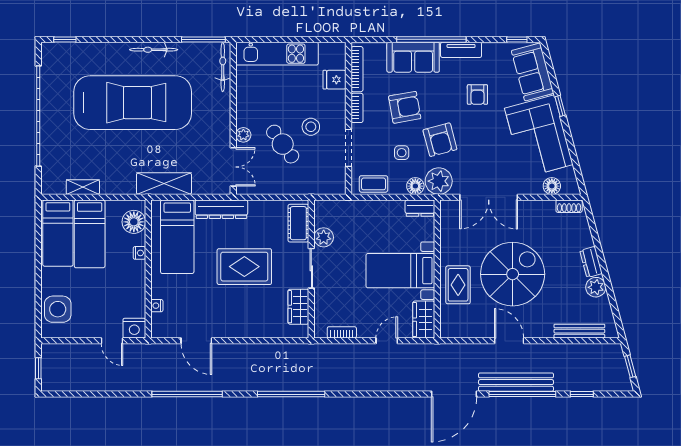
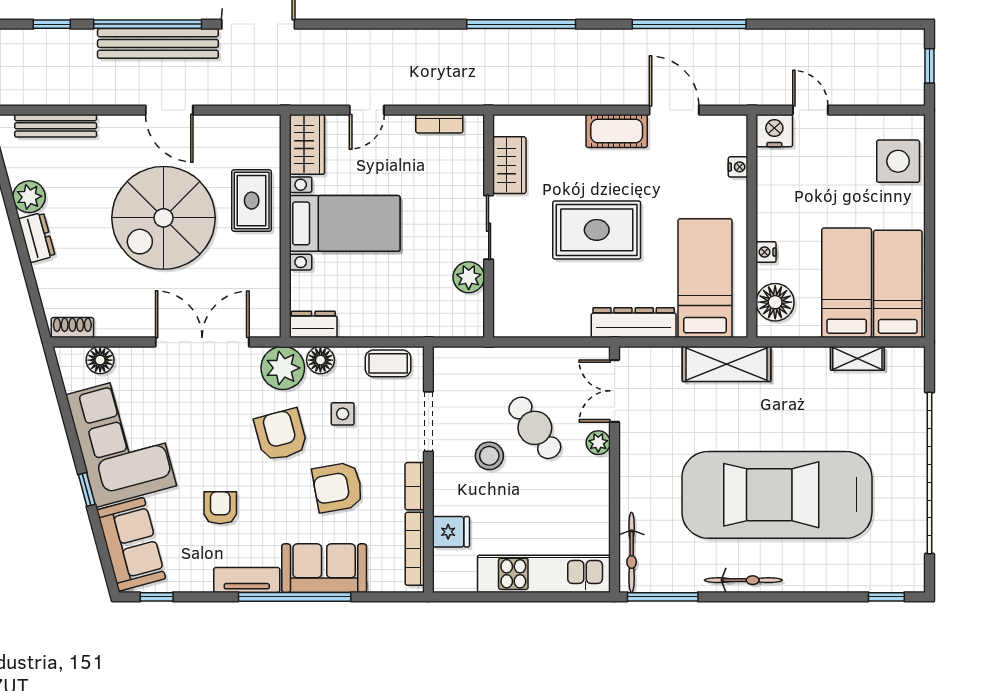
cot: (298, 223) -> (617, 131), moved, turned 90

